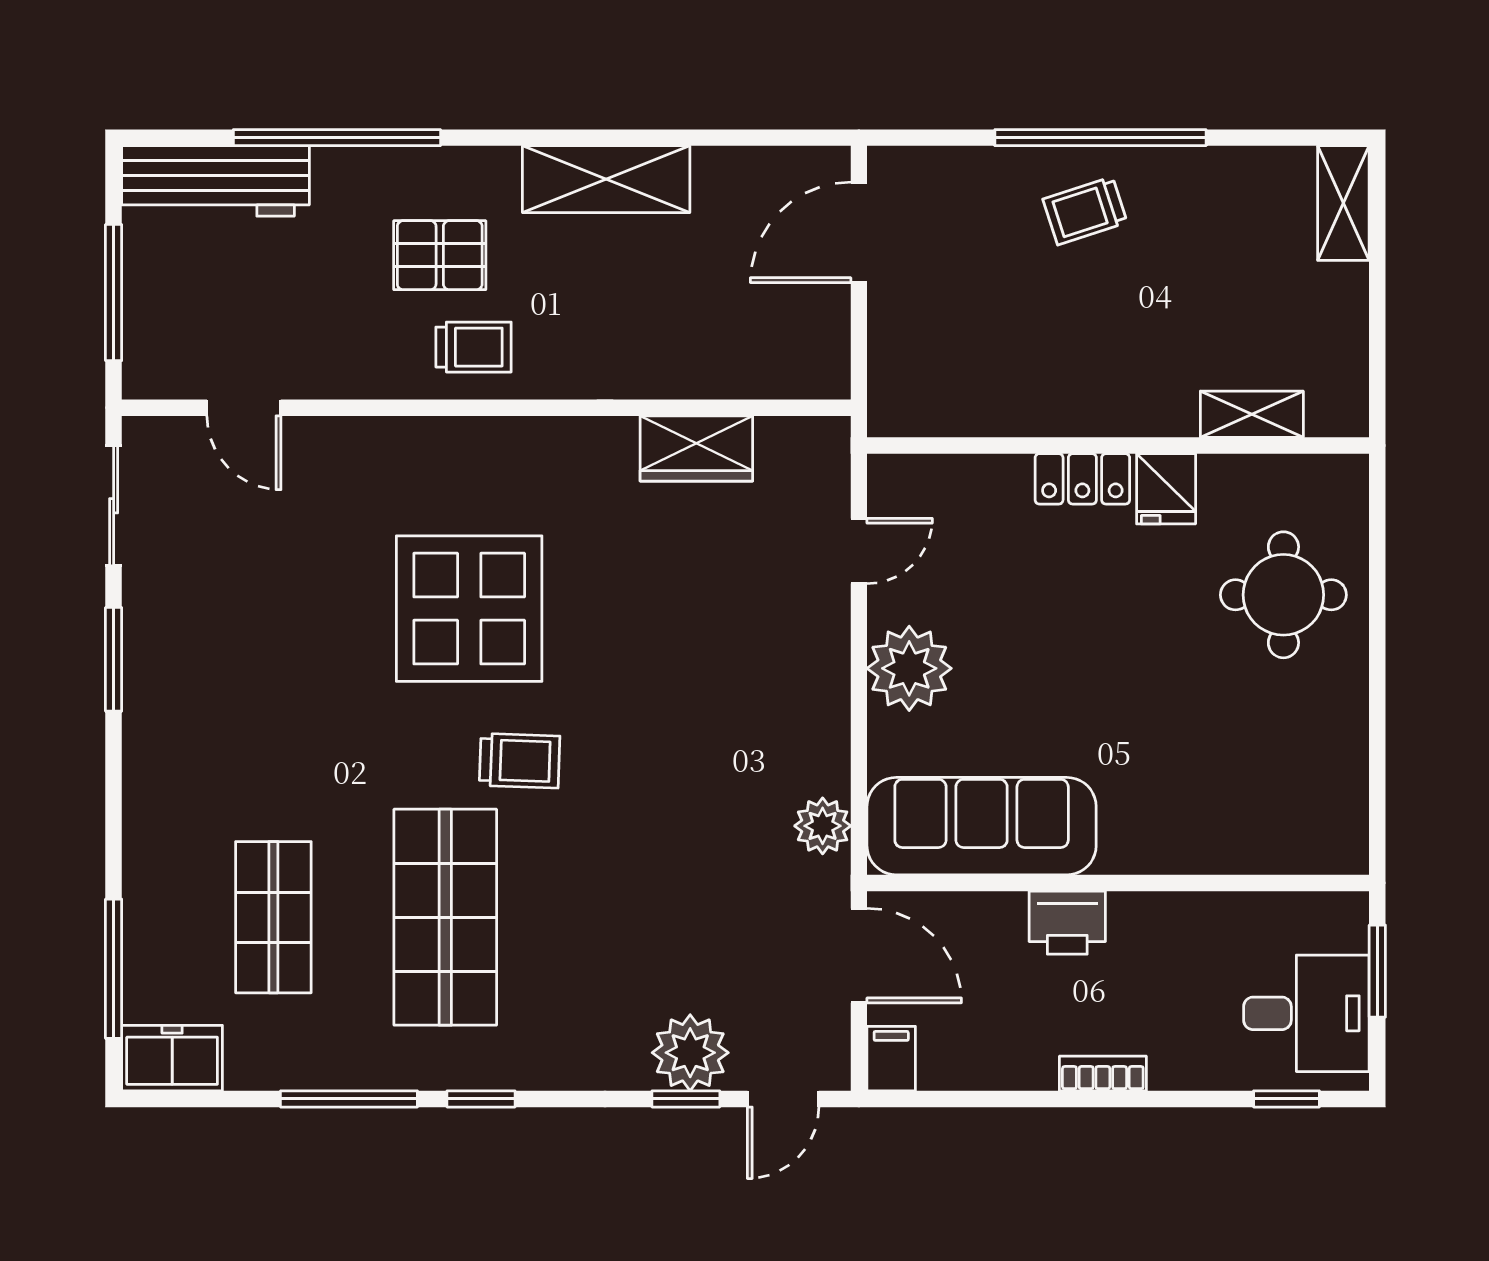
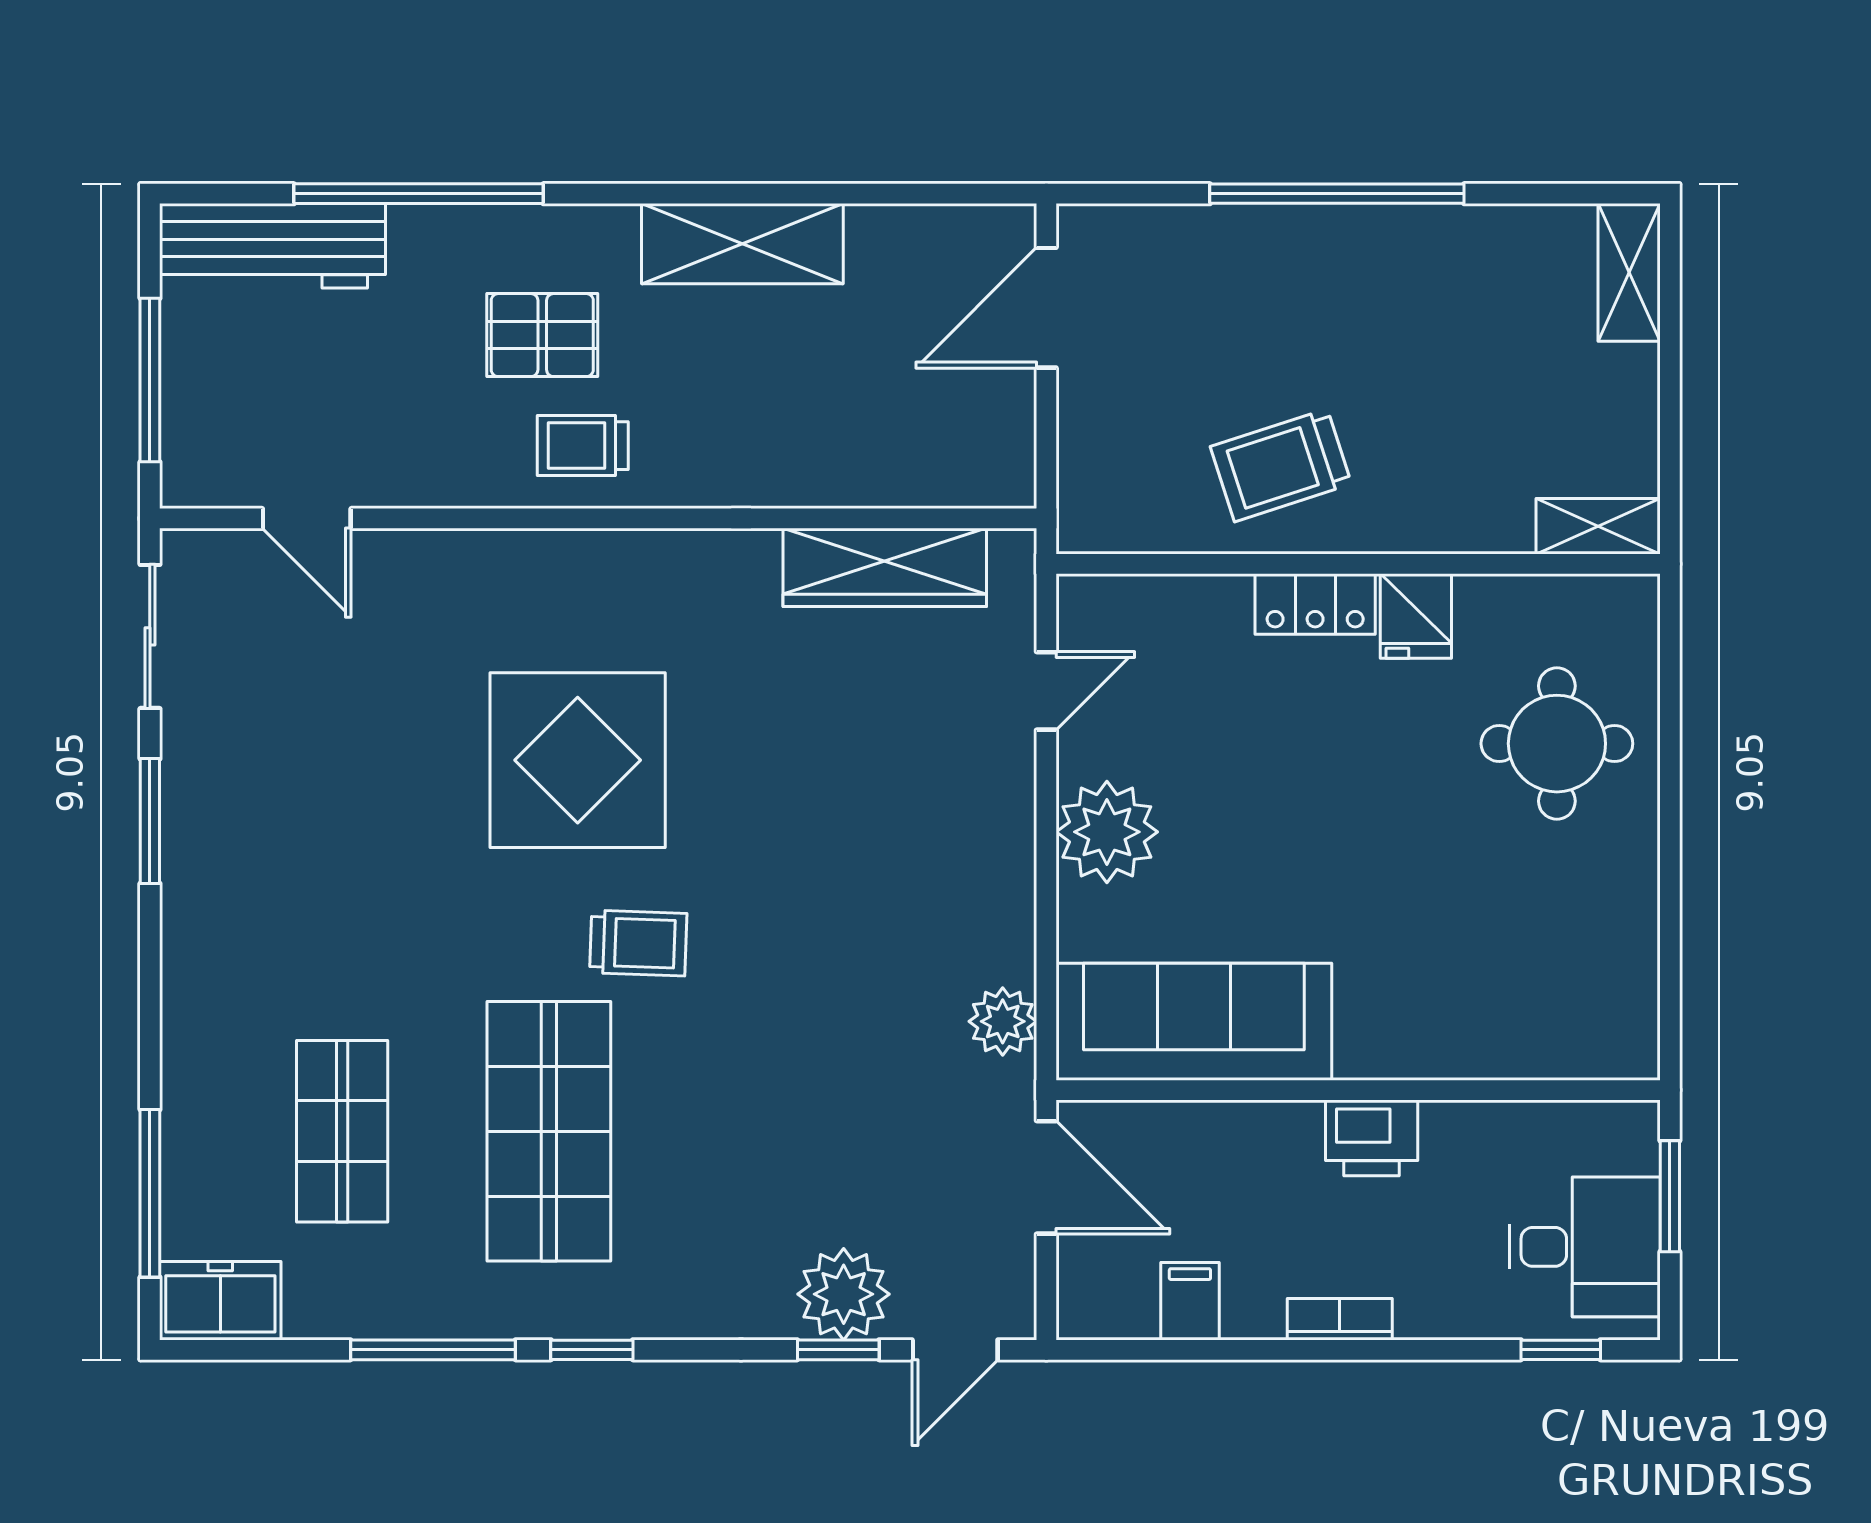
trolley: (1085, 211) -> (1281, 465), moved, width x1.36, depth x1.39
trolley: (473, 347) -> (583, 446), turned 180
shelving: (1252, 414) -> (1598, 526), moved
wardrobe: (696, 448) -> (885, 567), width x1.50
printer: (1067, 923) -> (1372, 1138), moved
filing cabinet: (891, 1059) -> (1190, 1301), moved

